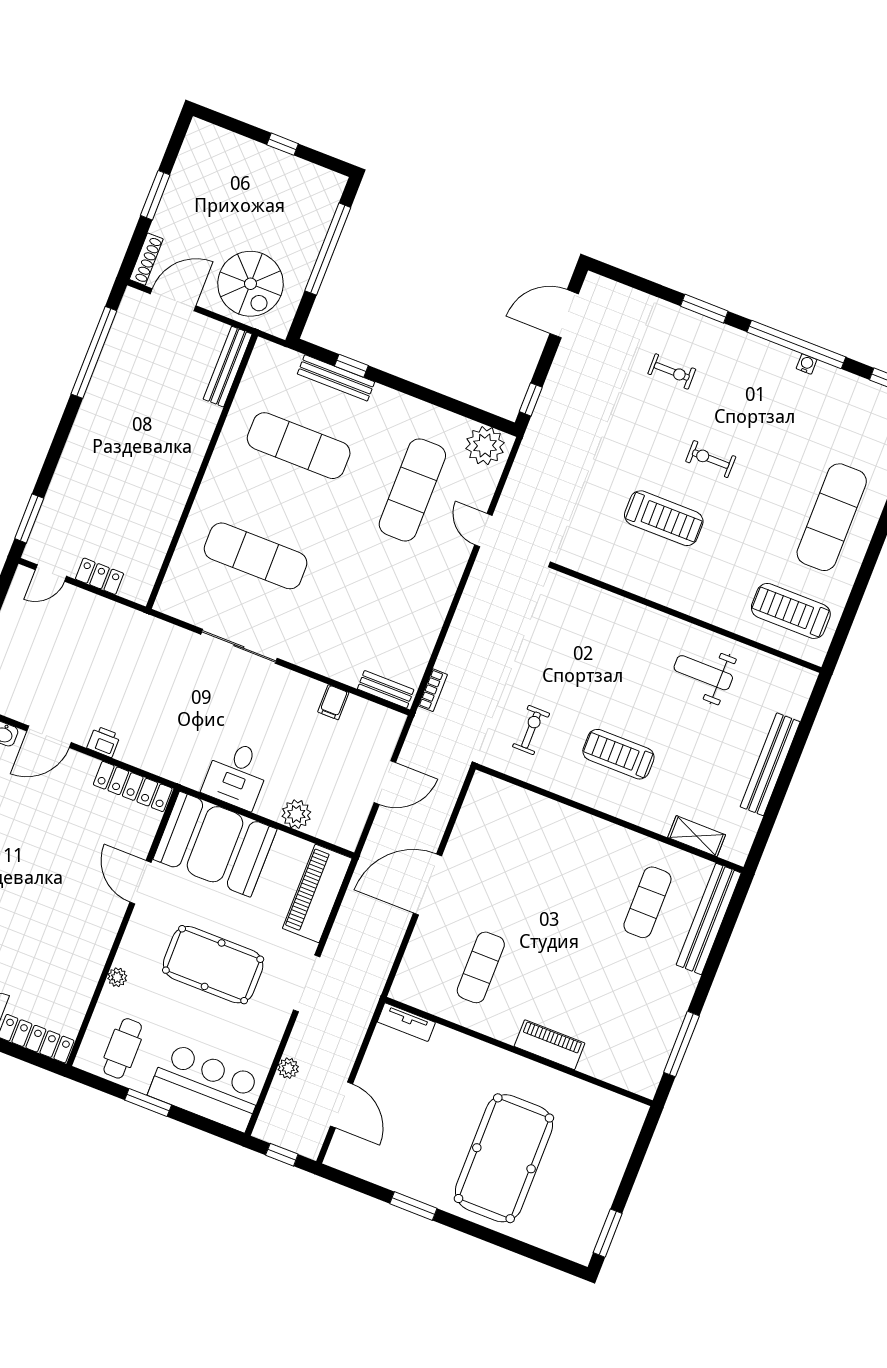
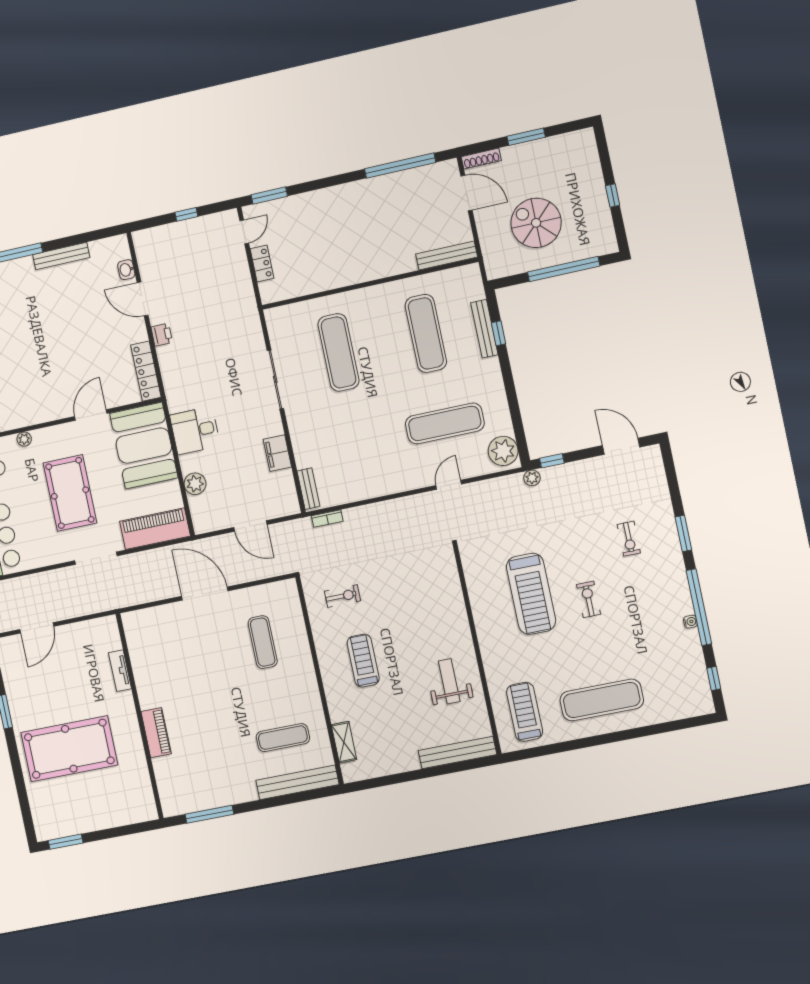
spiral stairs: (250, 284) -> (536, 223), moved, turned 90
treadmill: (664, 518) -> (531, 594), width x1.37, depth x1.38
door: (51, 573) -> (244, 232), swing flipped
filing cabinet: (333, 702) -> (277, 453), width x2.00
bench: (770, 764) -> (457, 753), moved
exercise mat: (481, 967) -> (263, 642), moved, turned 90
tv unit: (406, 1022) -> (120, 671), moved
plant: (288, 1068) -> (532, 478), moved

